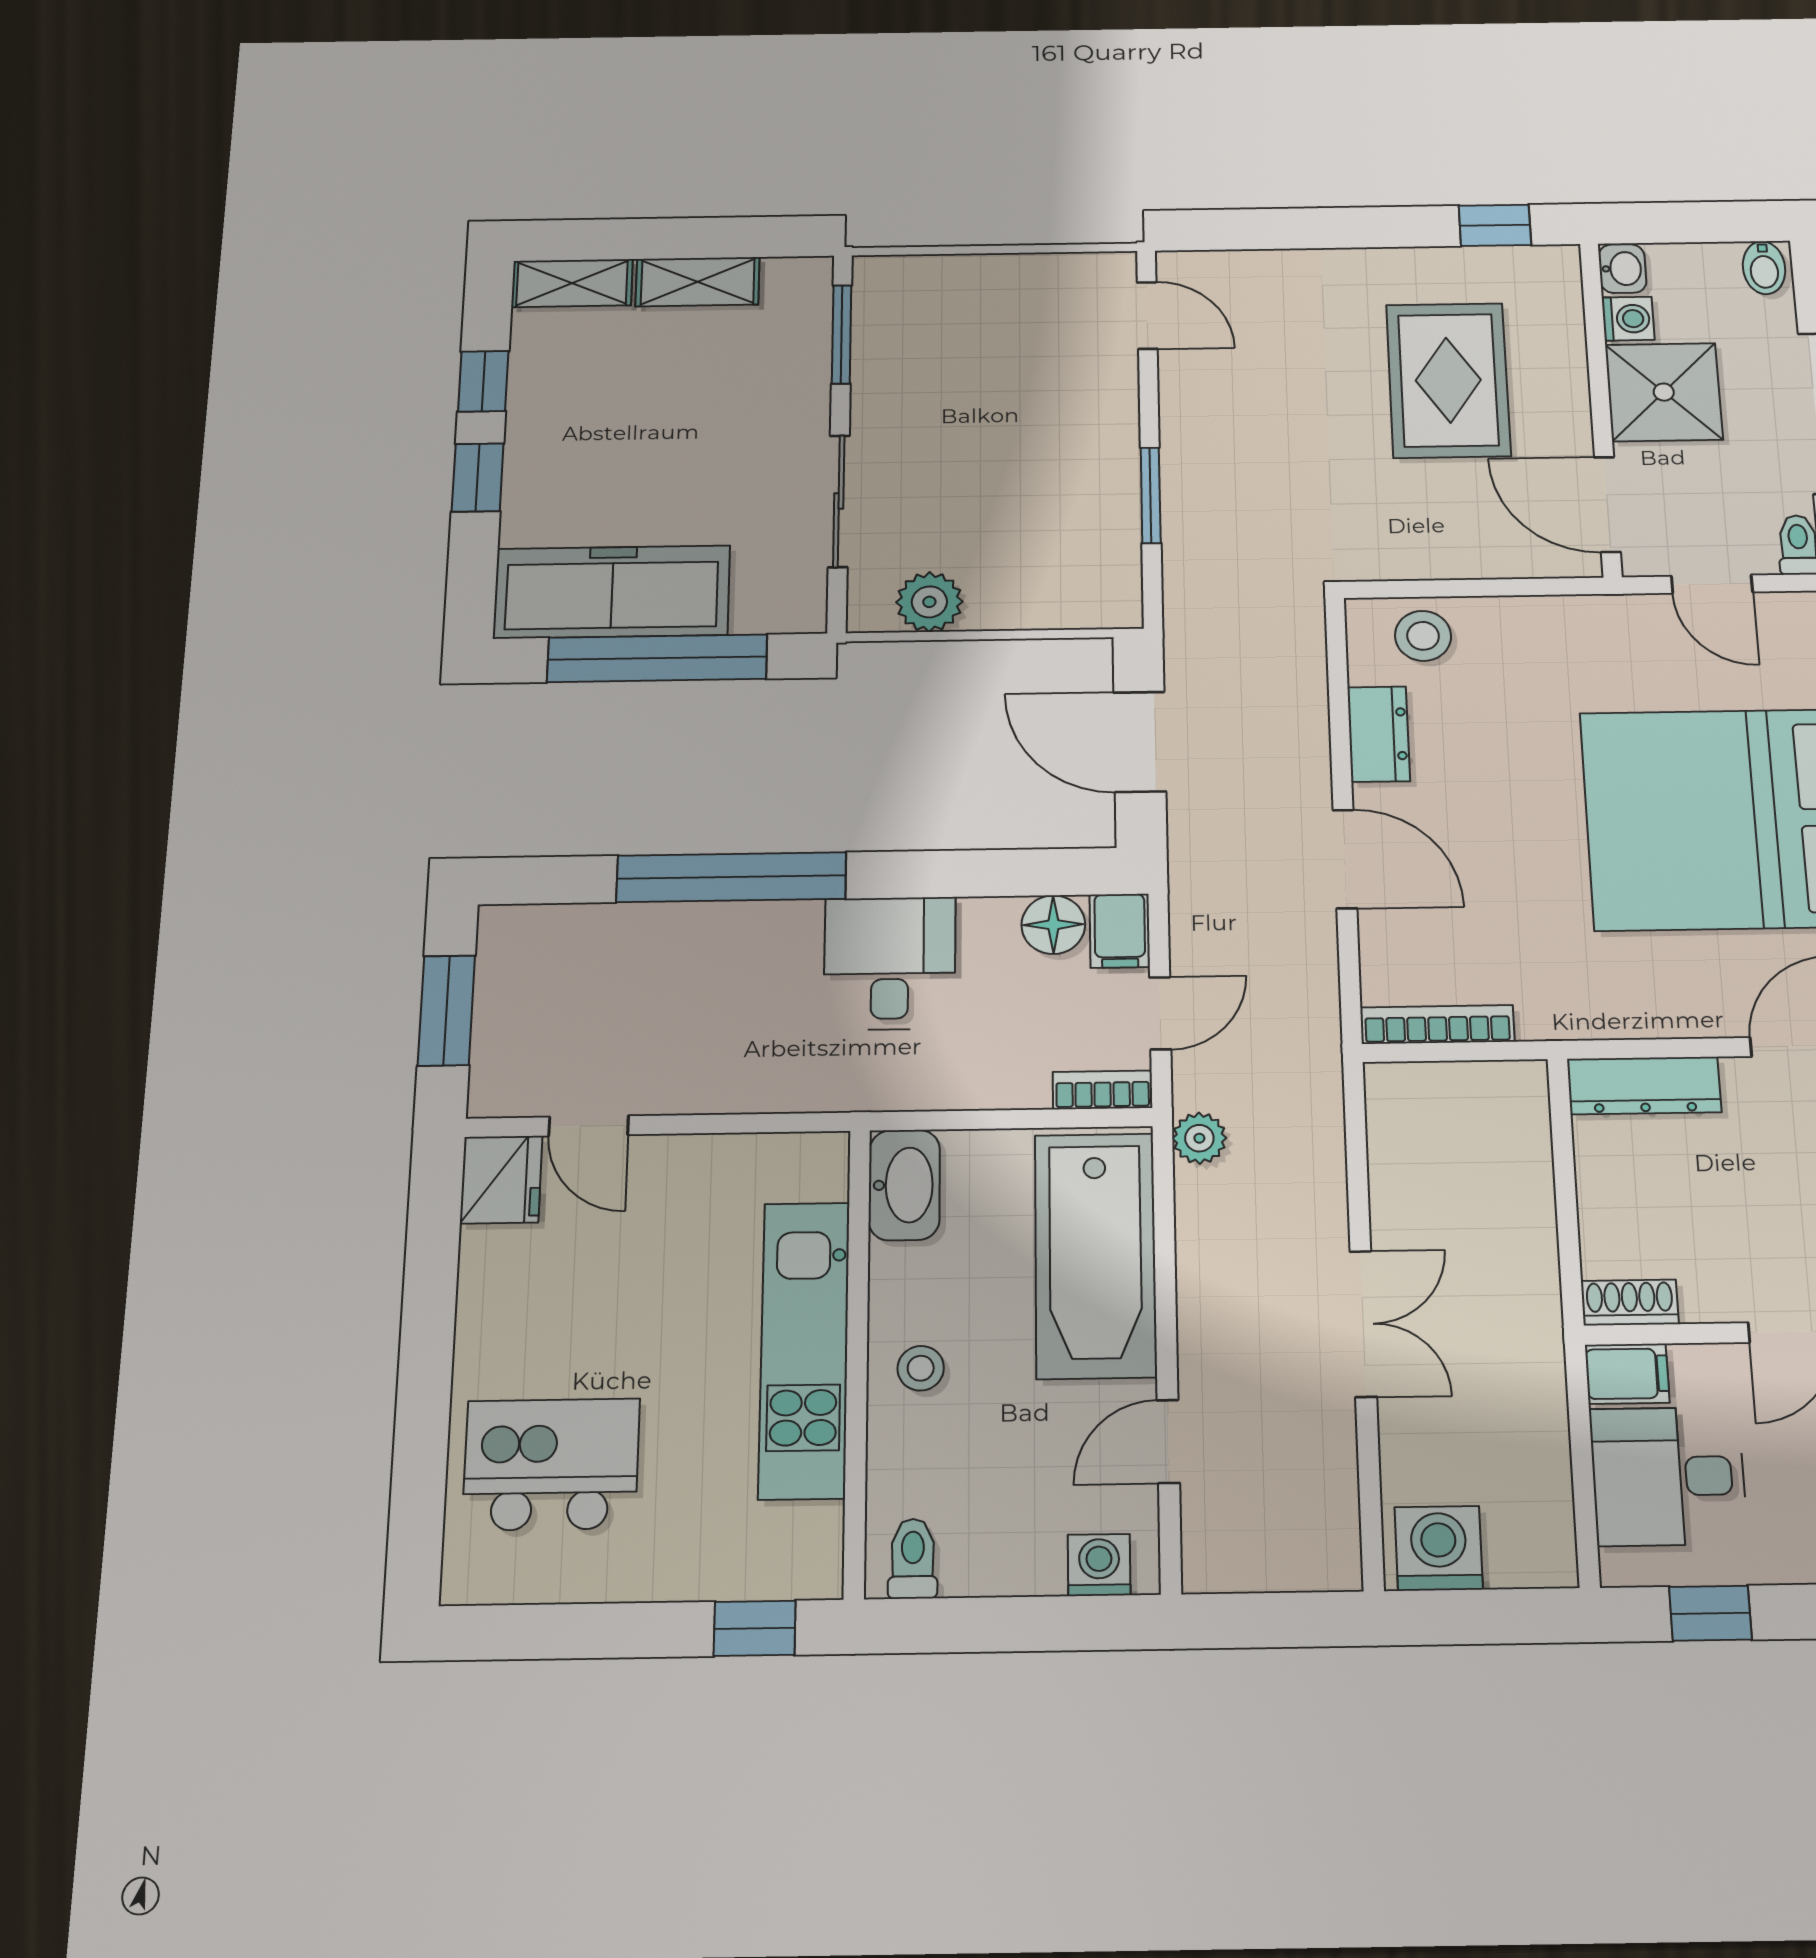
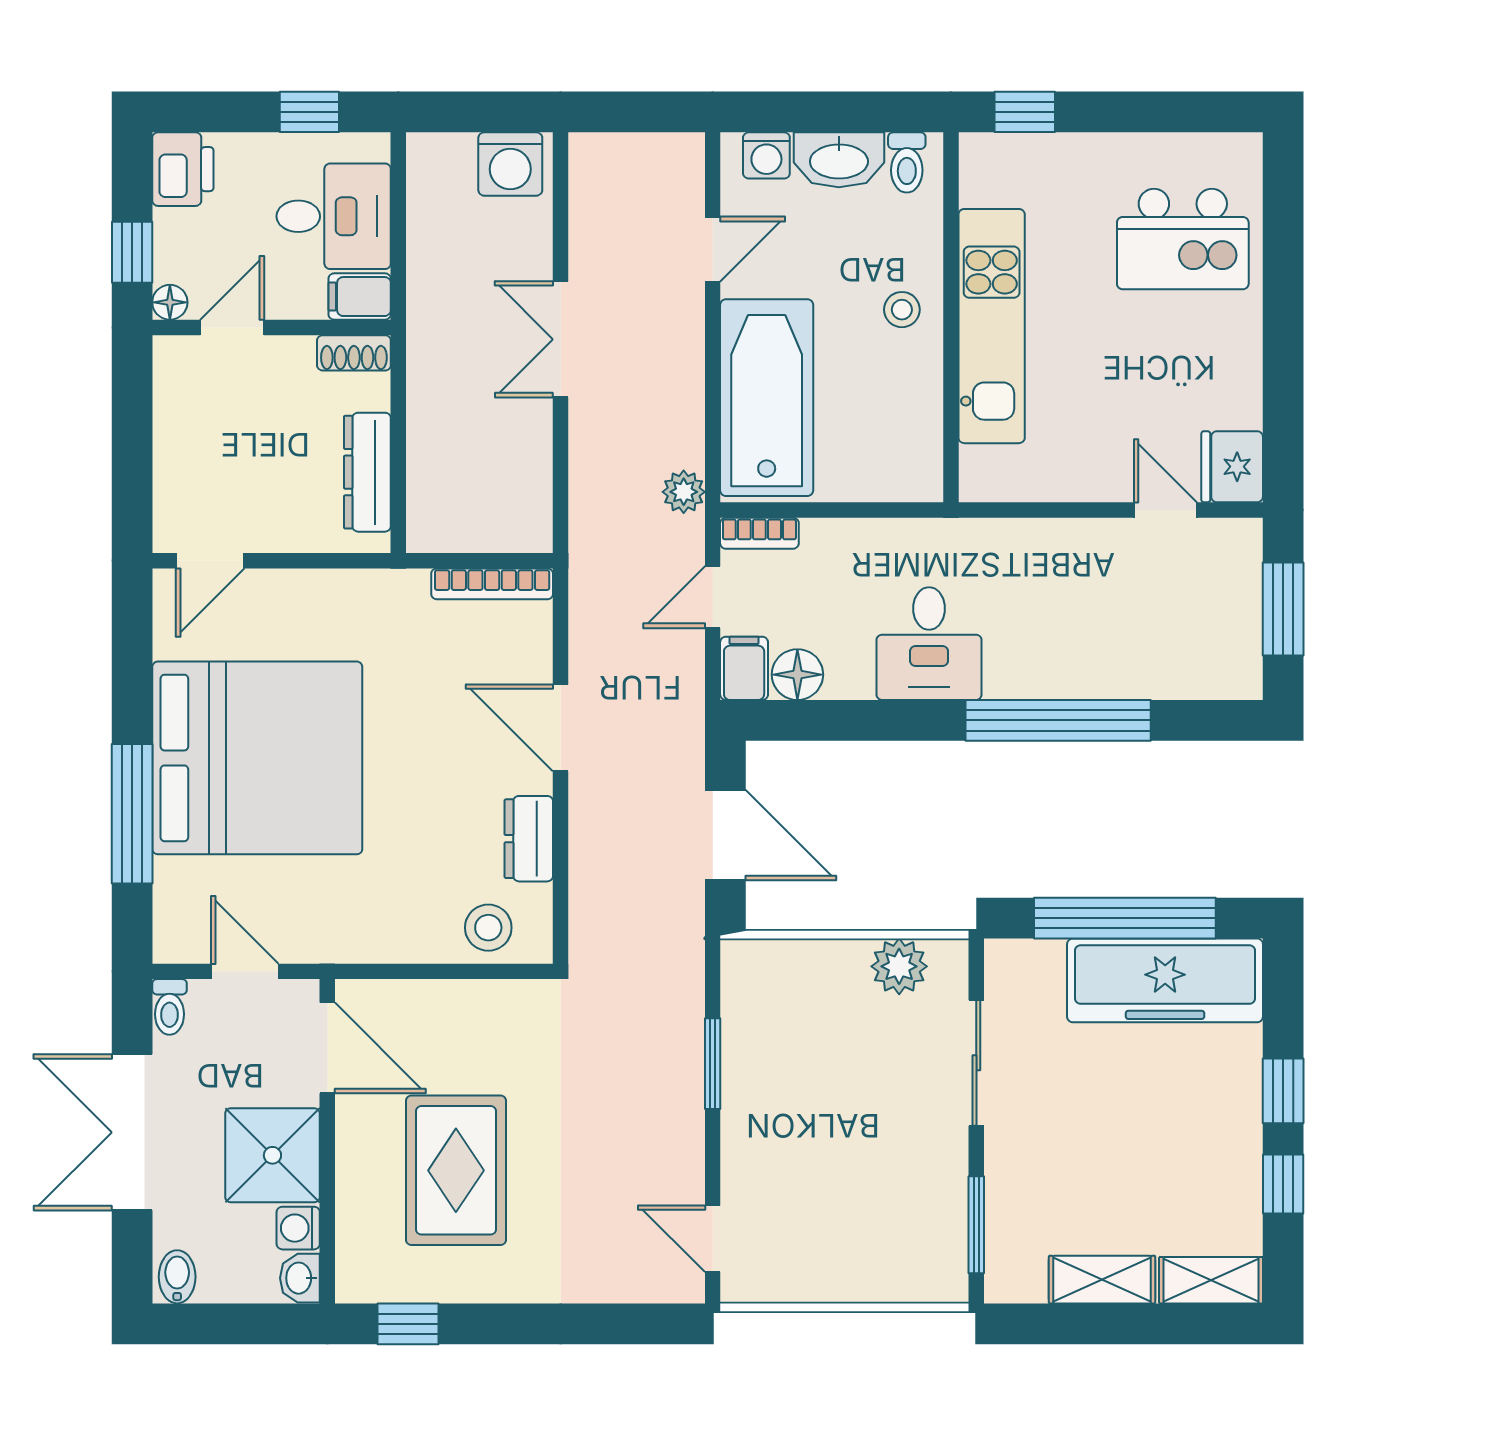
dresser: (1644, 1086) -> (367, 472), moved, turned -90
washbasin: (904, 1185) -> (839, 160), moved, turned -90

